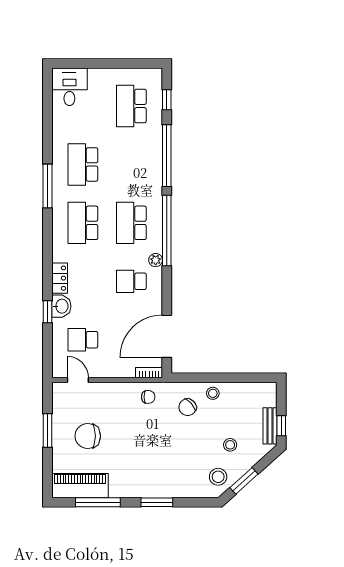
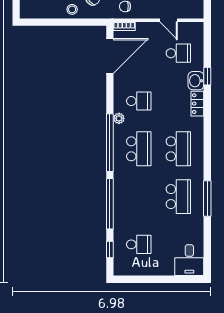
school desk: (131, 106) -> (139, 244), width x0.54
window: (48, 186) -> (207, 199), moved
door: (78, 380) -> (169, 20), moved

